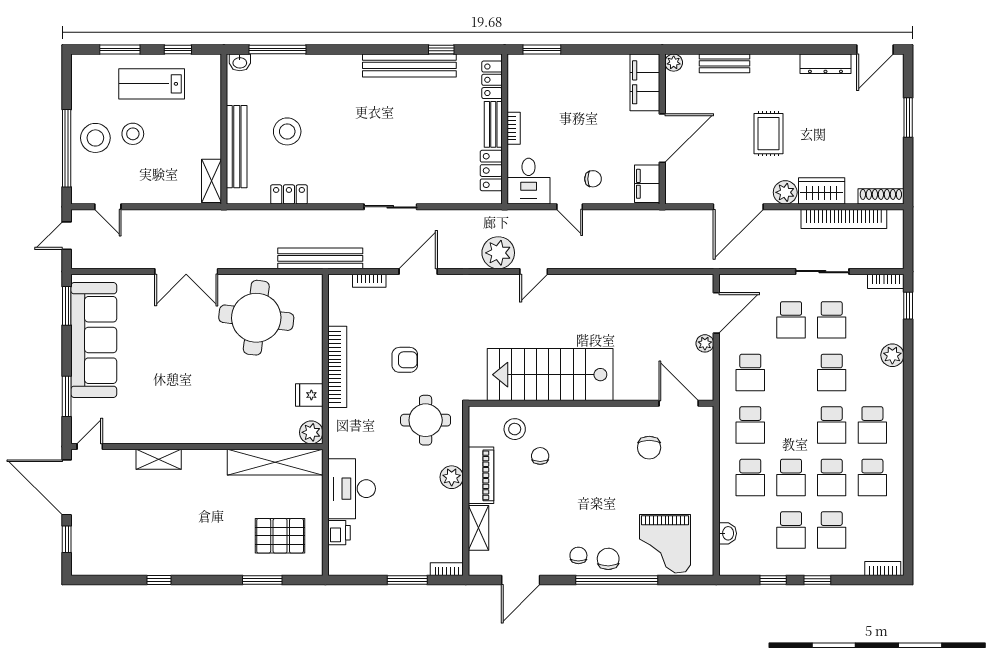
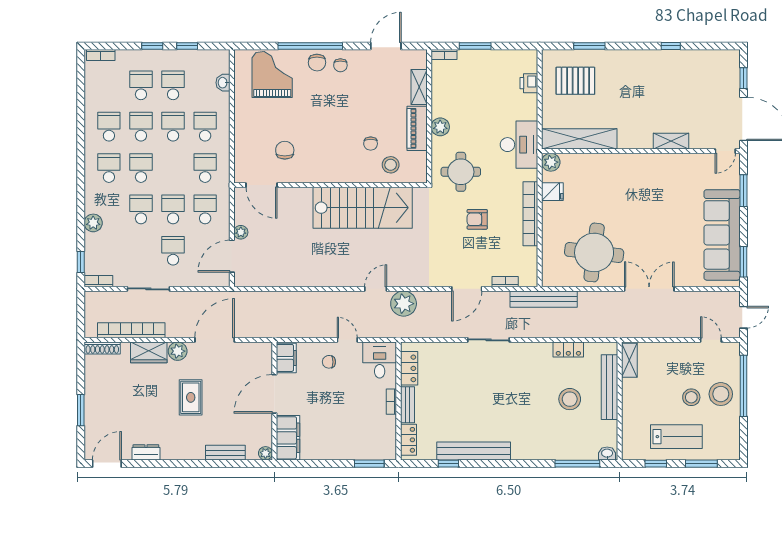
dresser: (825, 64) -> (146, 452), width x0.70
school desk: (832, 320) -> (173, 209), moved
desk: (352, 489) -> (519, 145), moved

